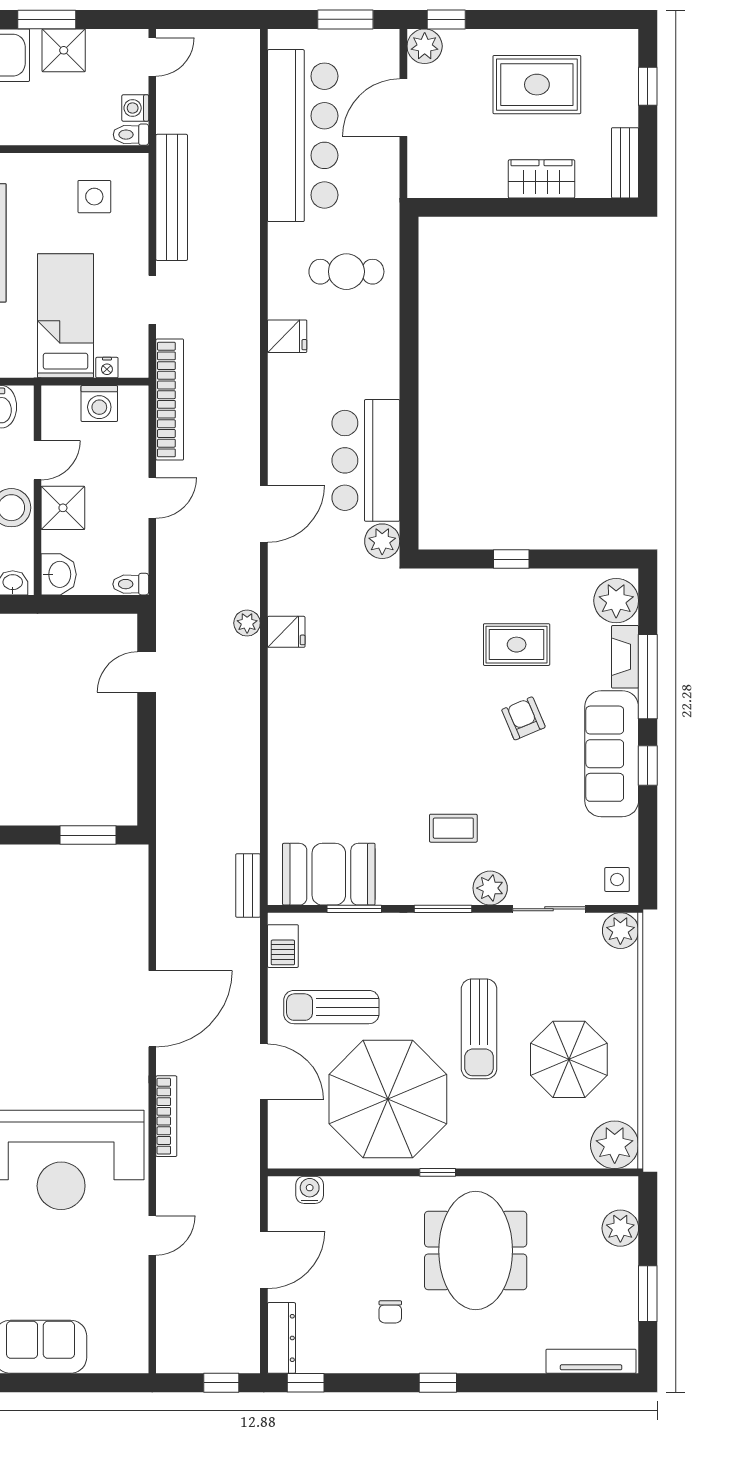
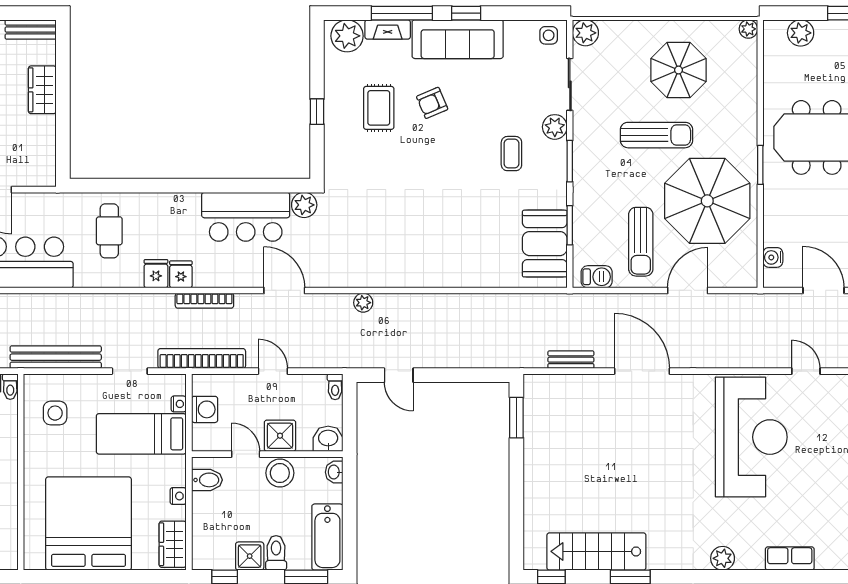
fridge: (286, 632) -> (181, 274), moved
bench: (248, 885) -> (571, 360), moved
bookcase: (166, 1116) -> (204, 301), moved, turned 180
plant: (615, 1145) -> (748, 29), width x0.53, depth x0.53
window: (438, 1172) -> (760, 165), width x1.50

